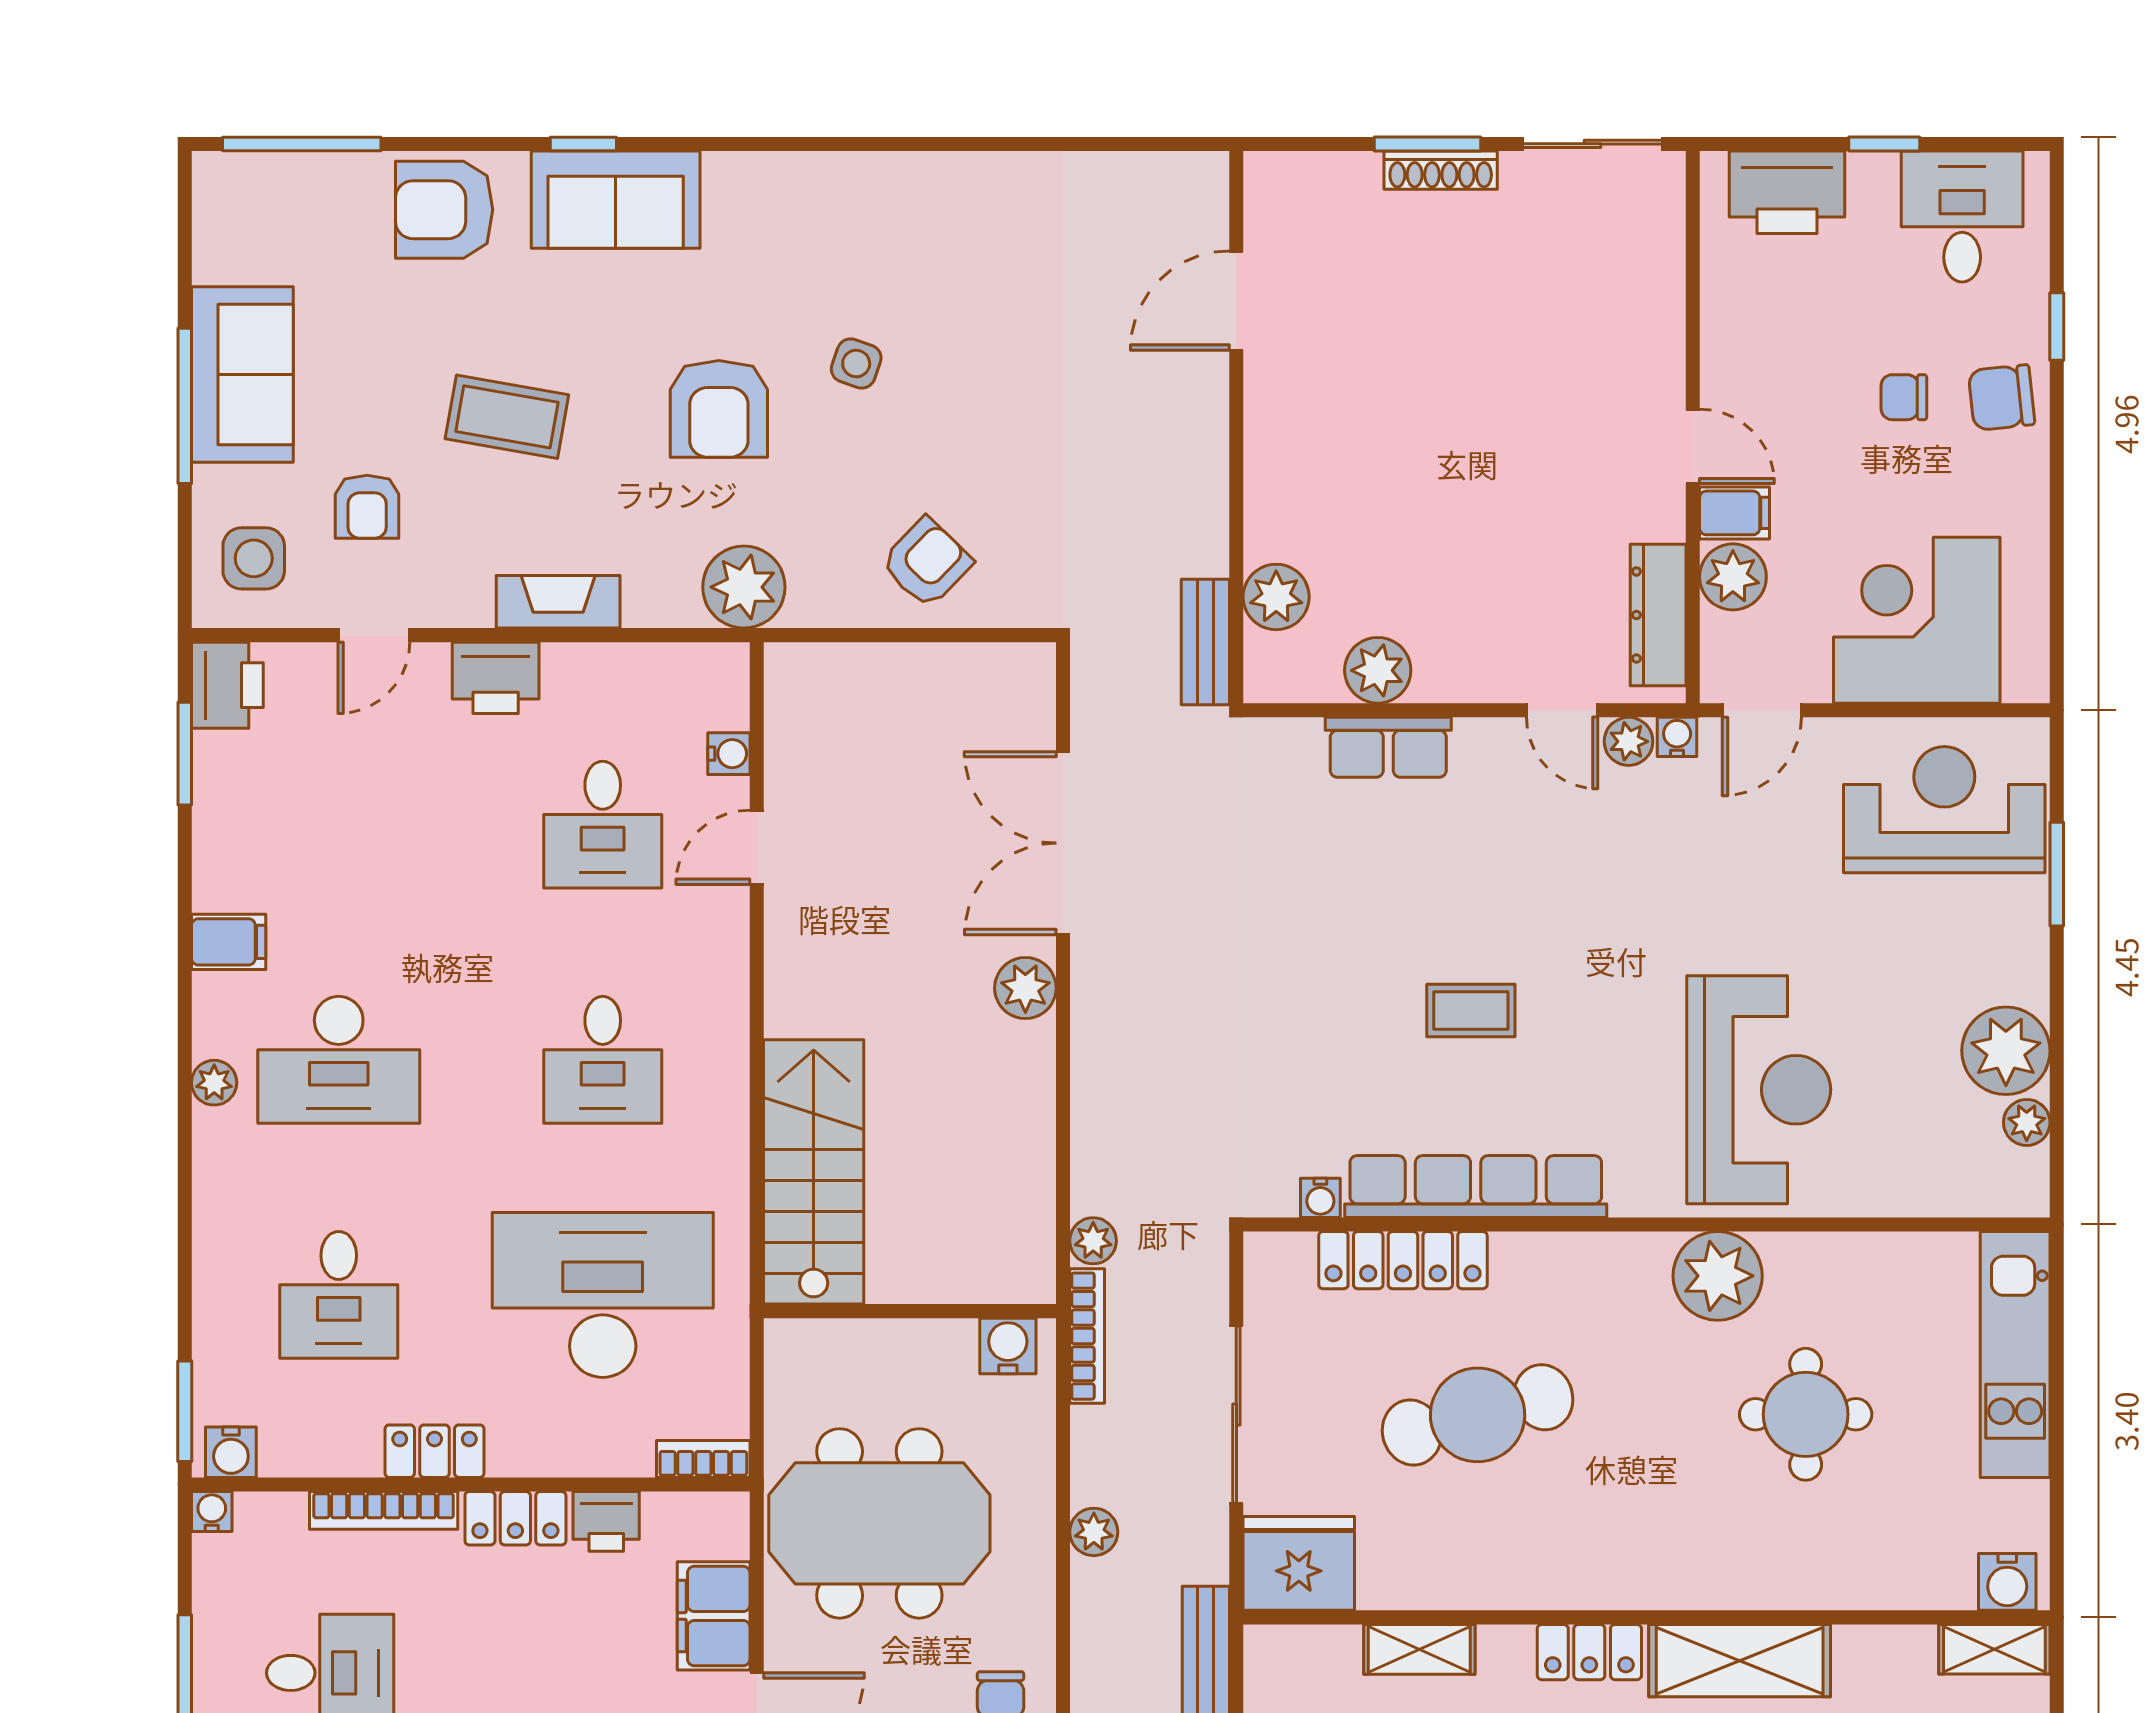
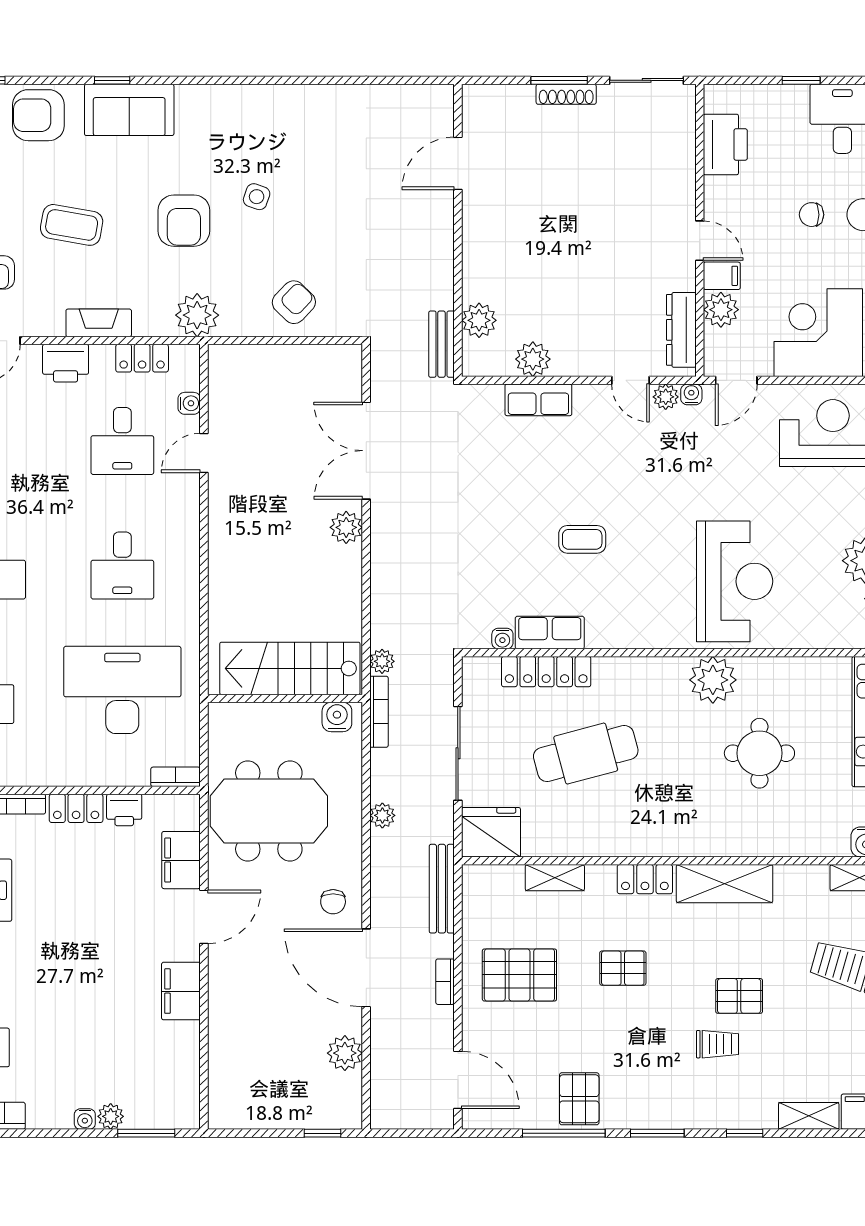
printer: (1787, 192) -> (725, 144), moved, turned -90
stairs: (814, 1172) -> (290, 668), moved, turned -90
row of seats: (1476, 1186) -> (550, 633), width x0.50
locker: (434, 1451) -> (142, 358), moved, turned 180

